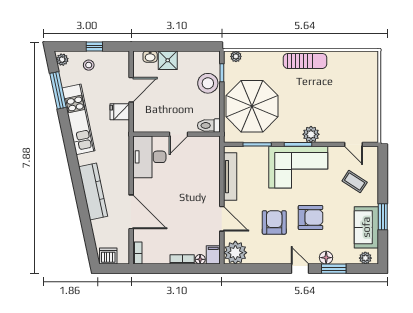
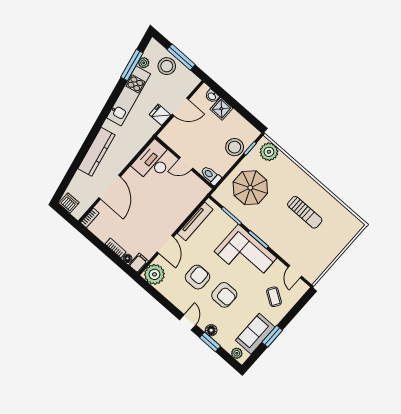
window: (94, 47) -> (181, 57), width x2.17
plant: (236, 56) -> (269, 152), width x1.88, depth x1.88
plant: (62, 60) -> (144, 63), moved
sun lounger: (305, 61) -> (305, 212), moved
stool: (89, 65) -> (167, 66), width x1.89, depth x1.89
parasol: (252, 106) -> (250, 188), width x0.73, depth x0.73
plant: (311, 134) -> (273, 240), removed

